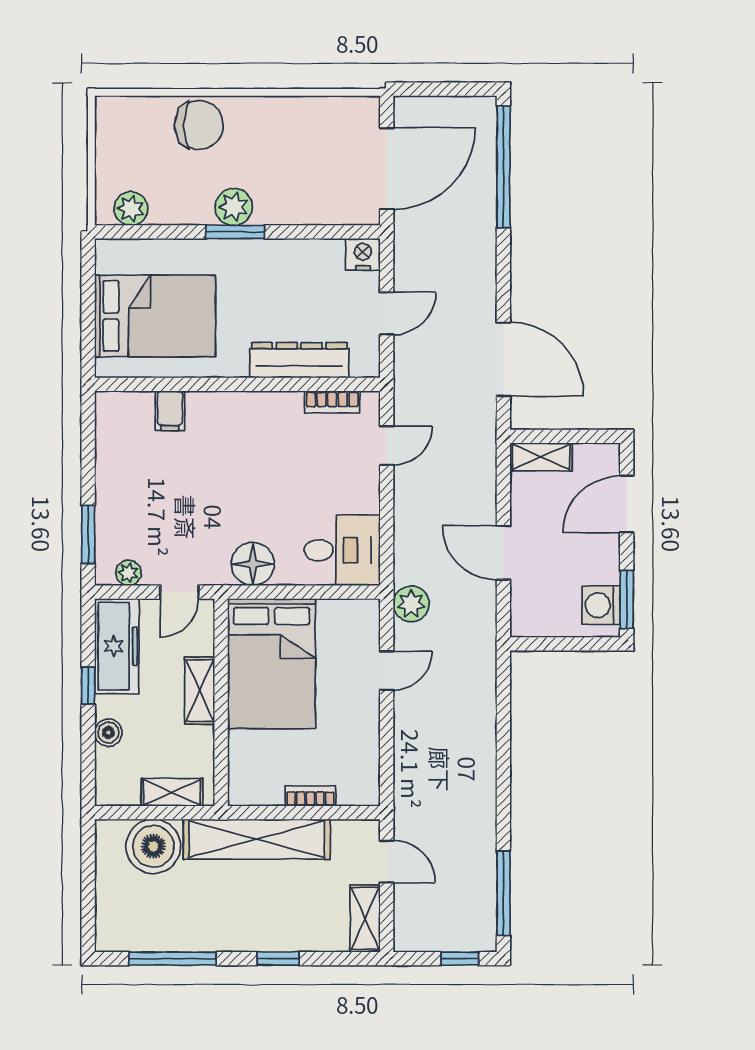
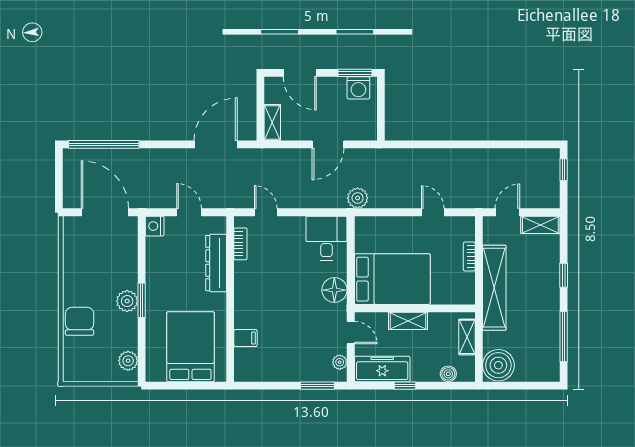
door: (387, 671) -> (433, 212), moved
boiler: (108, 733) -> (448, 374), moved
boiler: (153, 846) -> (498, 365), moved
window: (503, 893) -> (526, 144), removed

